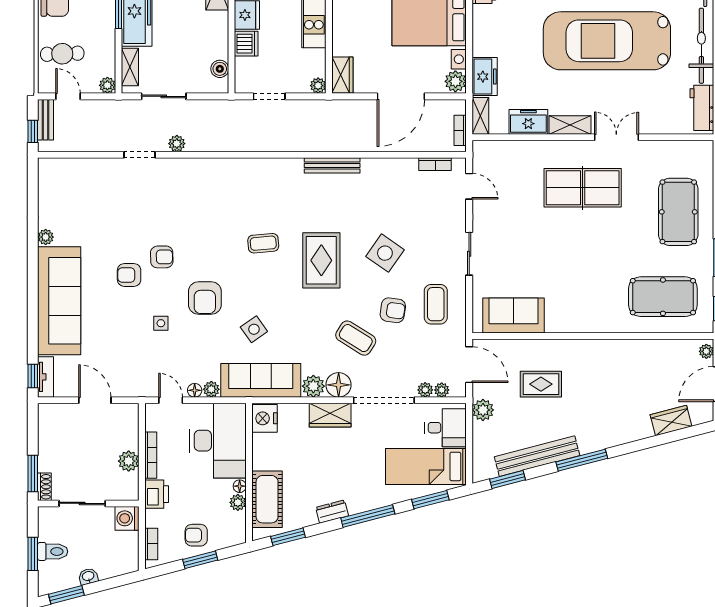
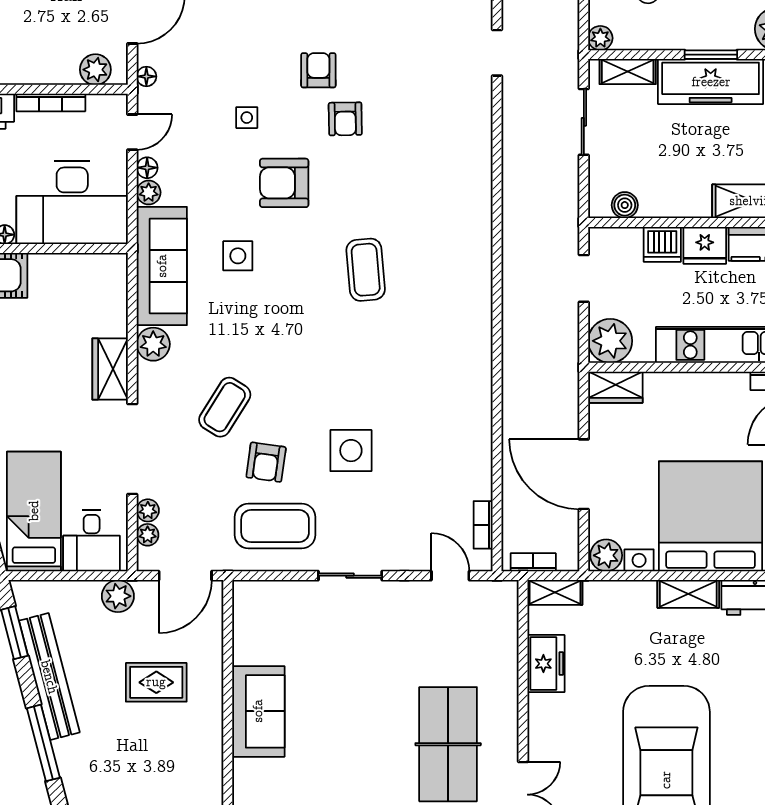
freezer: (485, 77) -> (613, 599), removed
plant: (318, 86) -> (610, 341), width x1.87, depth x1.87
shelving: (570, 125) -> (688, 594), moved, turned 90
plant: (177, 144) -> (514, 141), removed
doorway: (139, 155) -> (497, 53), moved
bench: (332, 165) -> (481, 372), removed
door: (469, 186) -> (450, 576), swing flipped
coffee table: (263, 243) -> (366, 270), width x1.36, depth x1.30
side table: (385, 253) -> (351, 451), turned -35
rug: (321, 260) -> (340, 356), removed
coffee table: (436, 304) -> (275, 526), width x1.36, depth x1.32
sofa: (513, 315) -> (258, 711), moved
side table: (254, 329) -> (238, 256), turned 35
rug: (541, 384) -> (156, 682), turned 90
floor lamp: (339, 385) -> (146, 76), moved, width x0.53, depth x0.53
nightstand: (265, 418) -> (105, 272), removed
plant: (129, 461) -> (95, 70), moved

